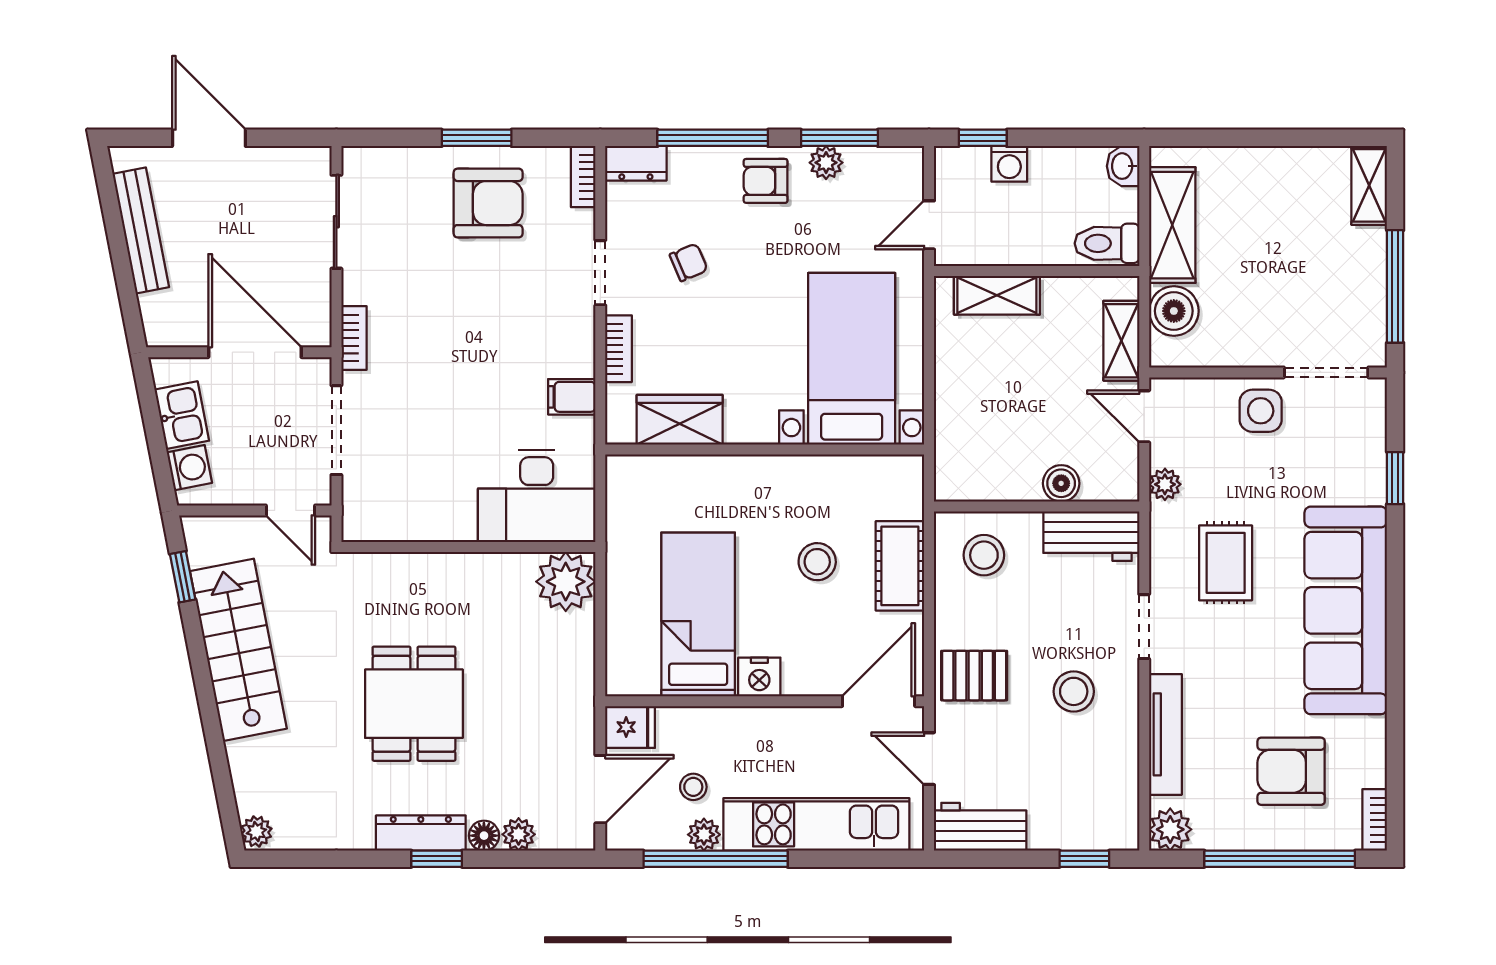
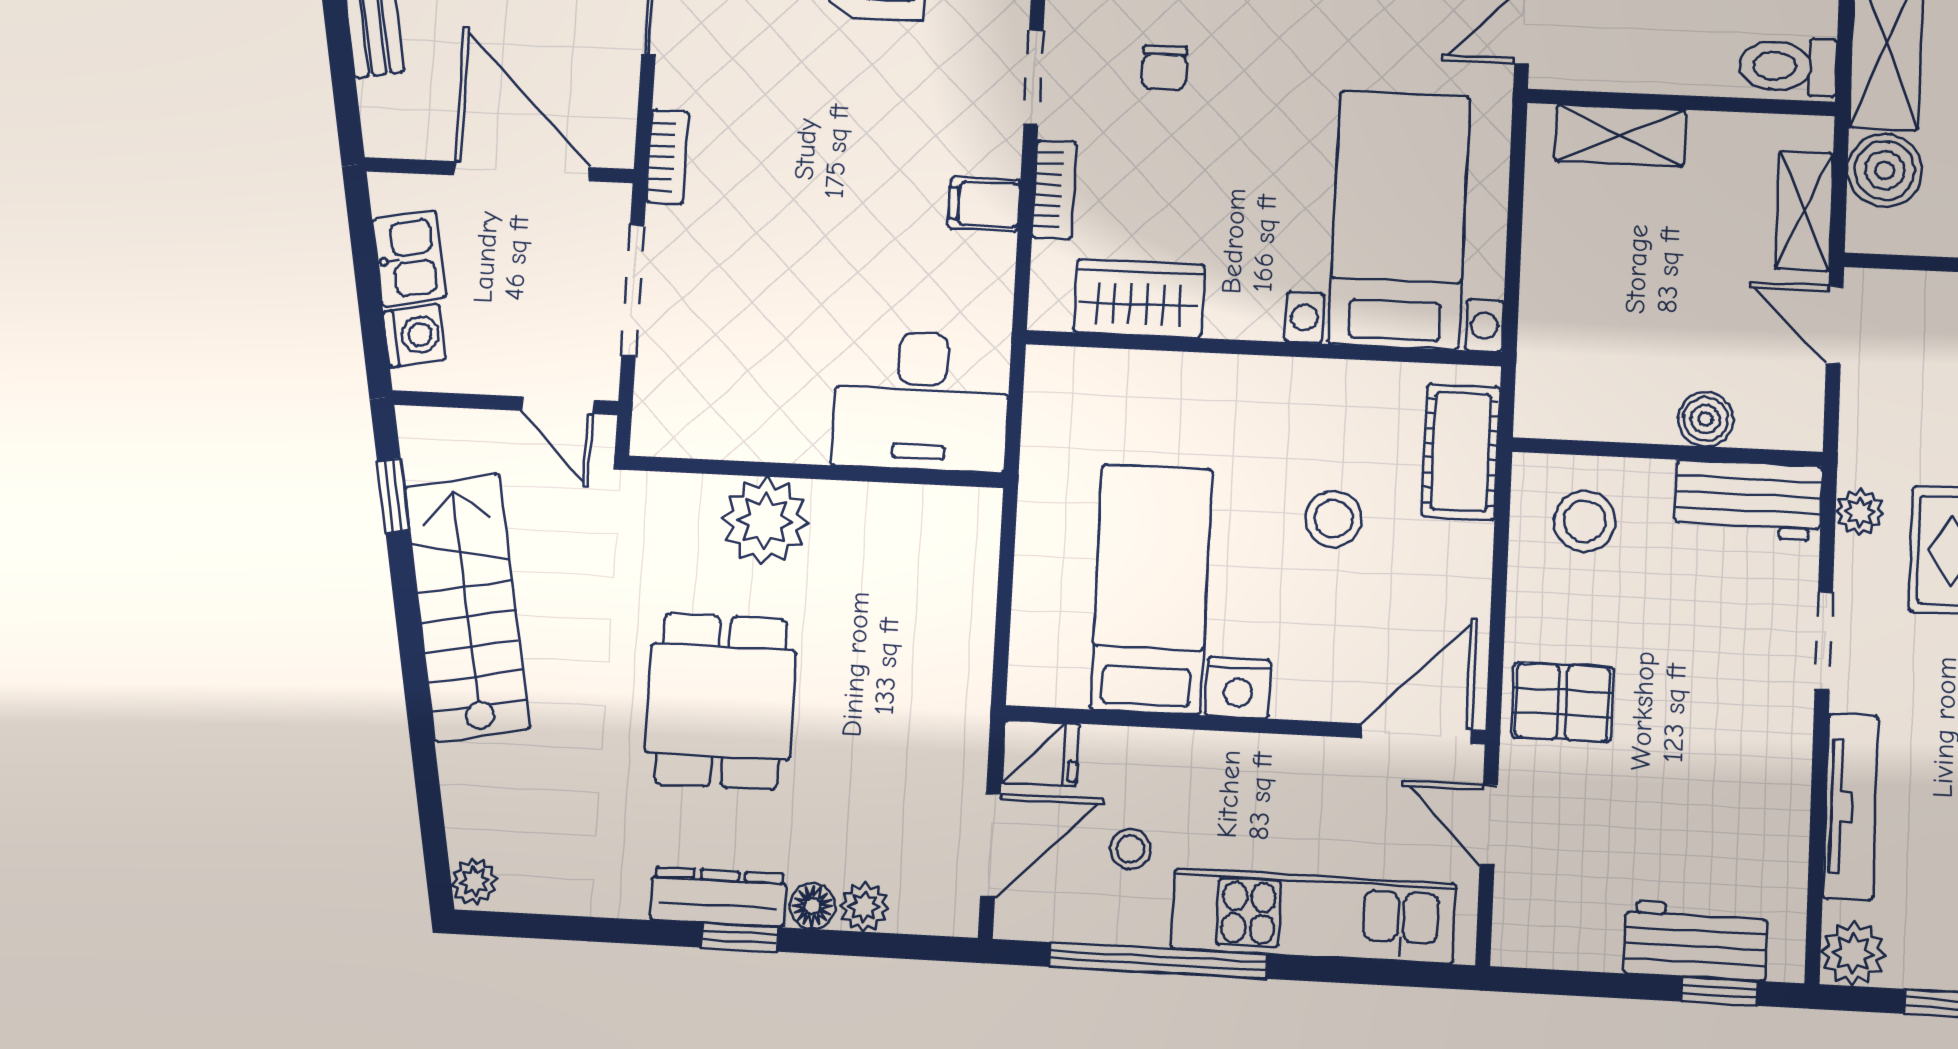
chair: (689, 262) -> (1164, 68), turned 113
filing cabinet: (572, 397) -> (984, 204), moved
plant: (1165, 484) -> (1860, 512), moved
cot: (900, 566) -> (1461, 452), moved
plant: (566, 582) -> (765, 521), moved
stool: (1074, 691) -> (1713, 734), removed
workbench: (980, 827) -> (1696, 941), moved
plant: (704, 835) -> (1143, 922), removed

